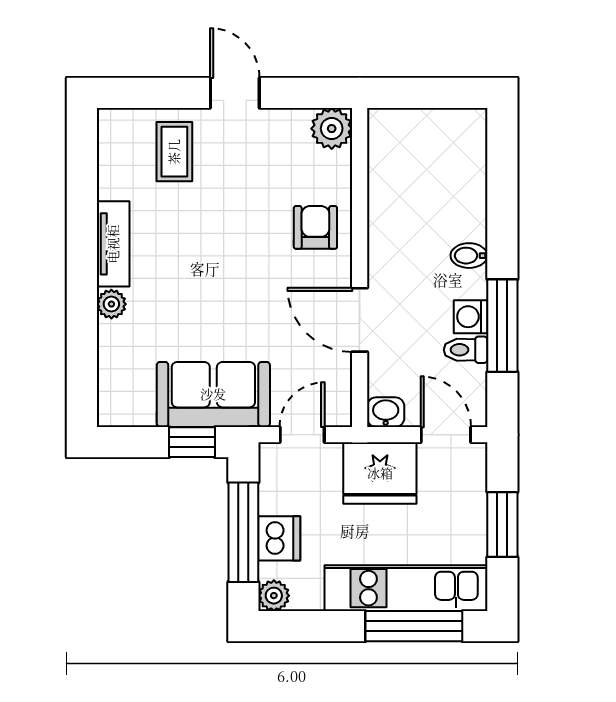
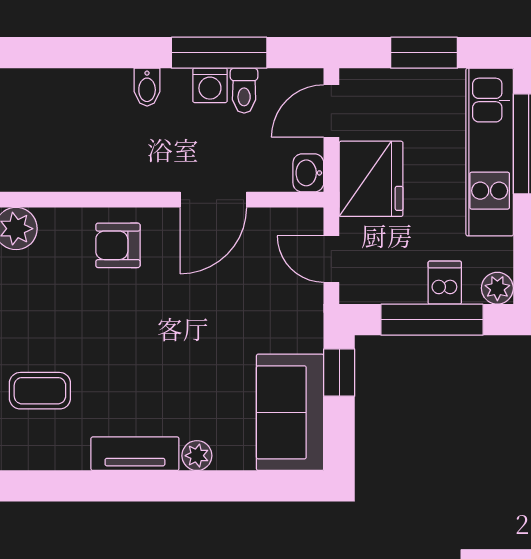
sofa: (213, 394) -> (290, 412), moved
dishwasher: (279, 538) -> (445, 283), width x0.73

